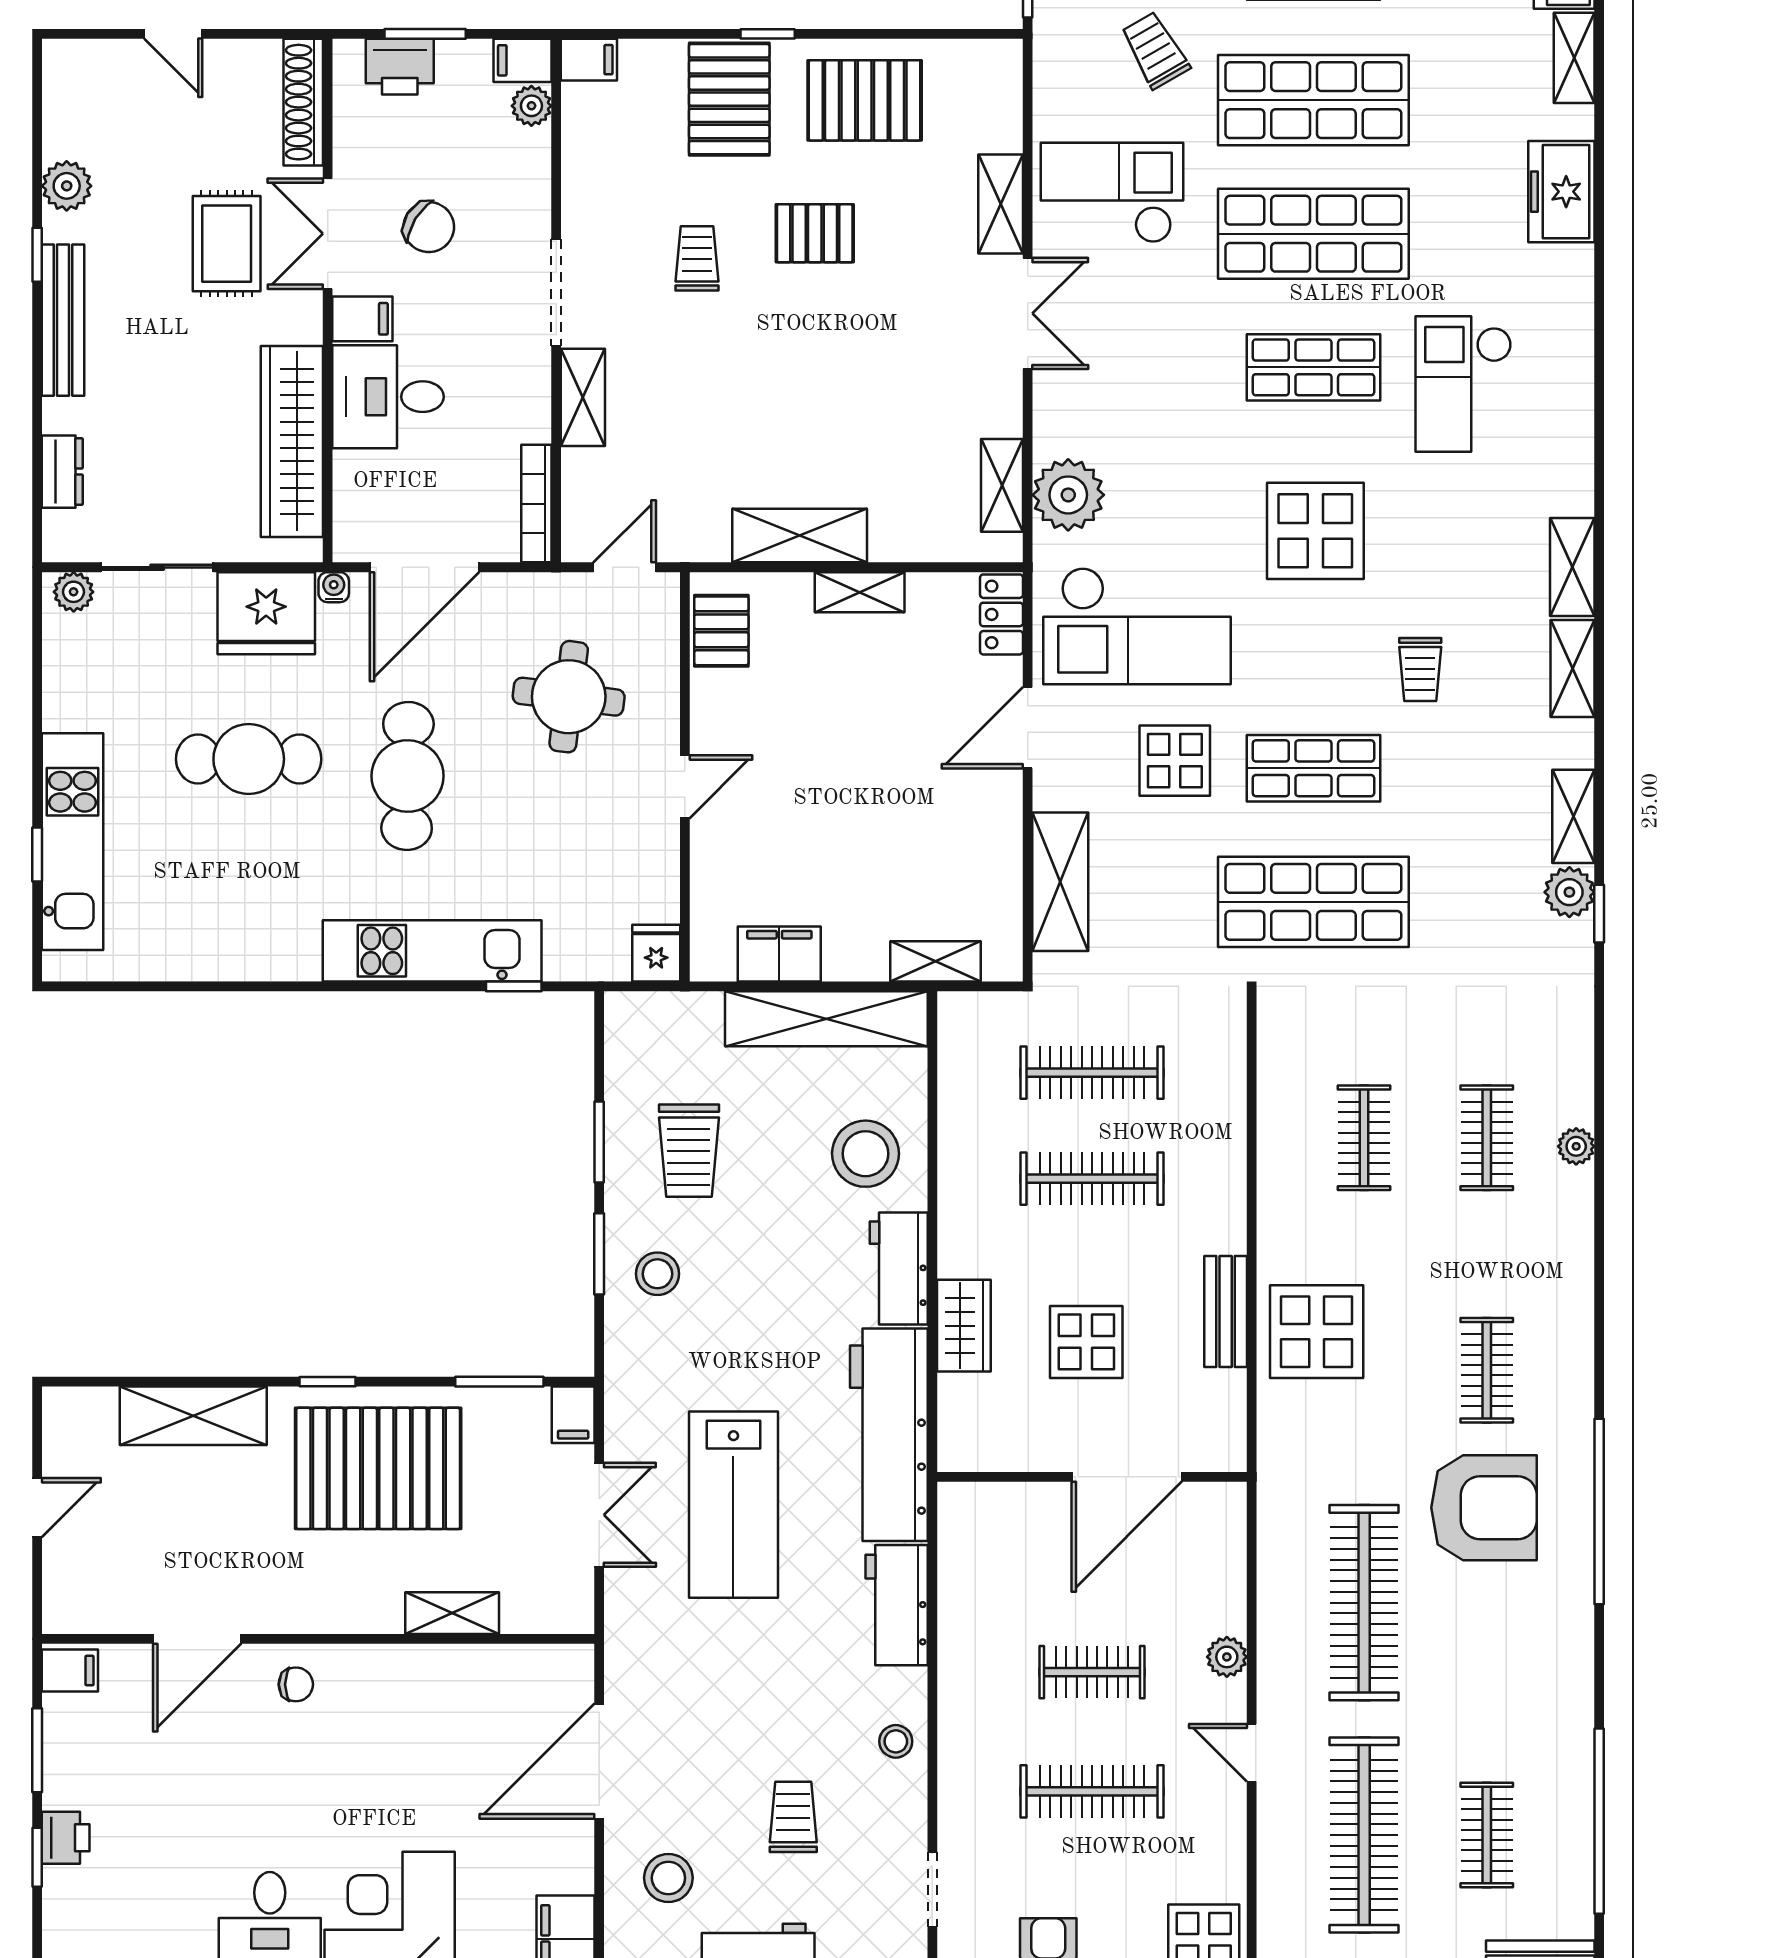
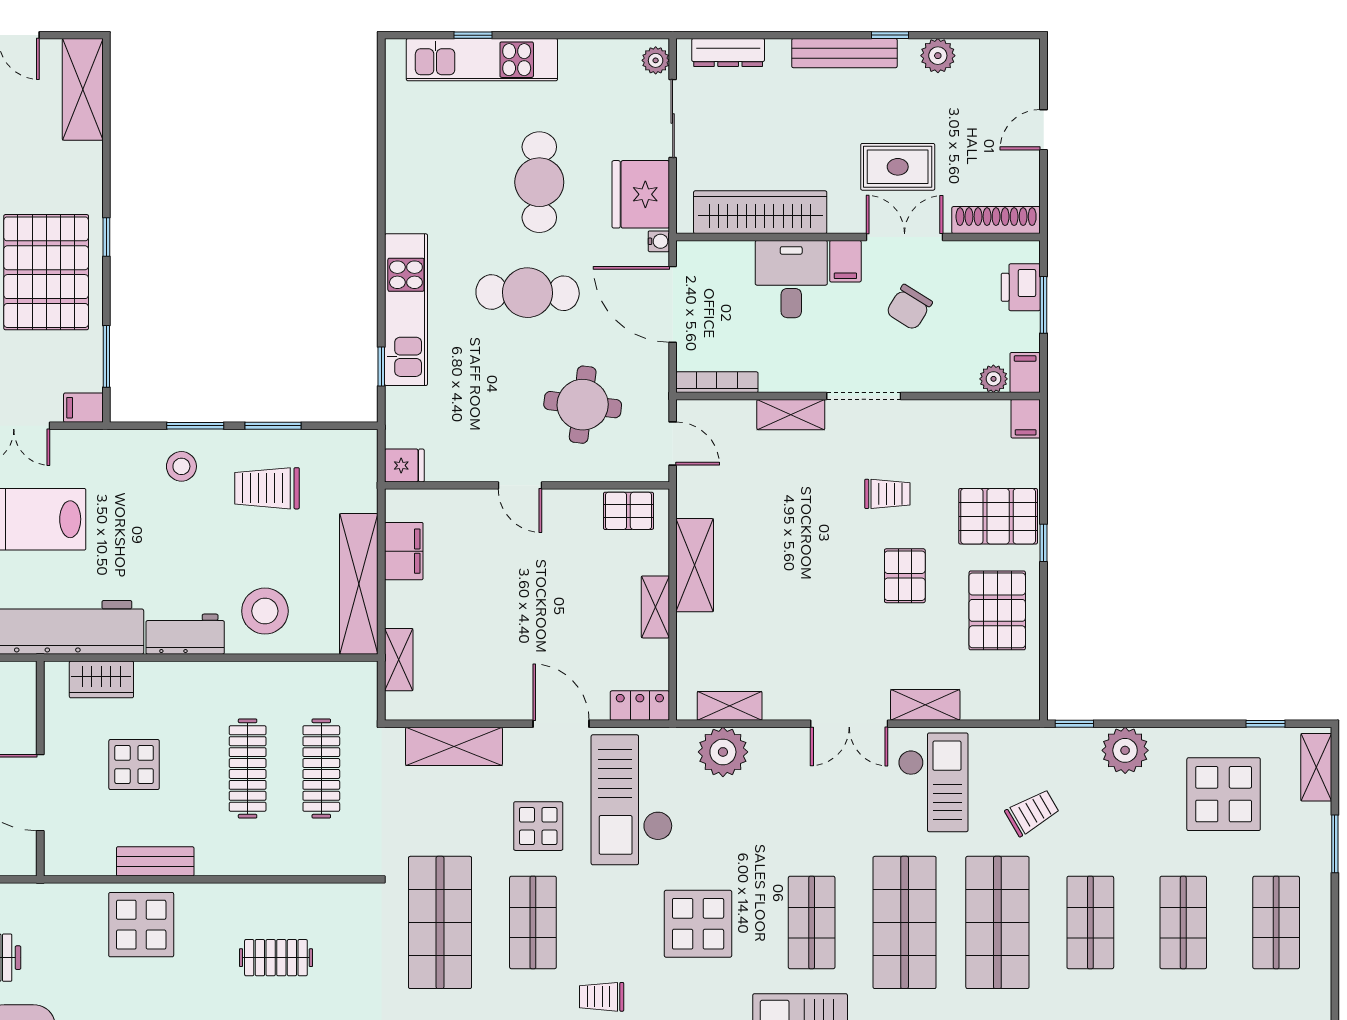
dresser: (62, 472) -> (728, 53), width x1.44
wardrobe: (964, 1326) -> (101, 679), moved
shelving: (193, 1416) -> (83, 89), moved

